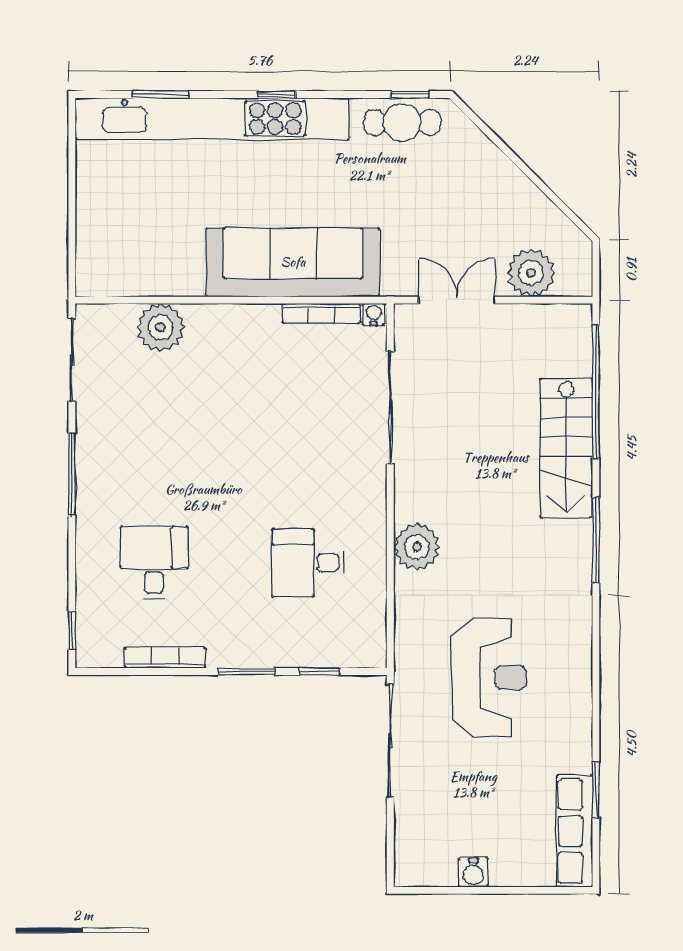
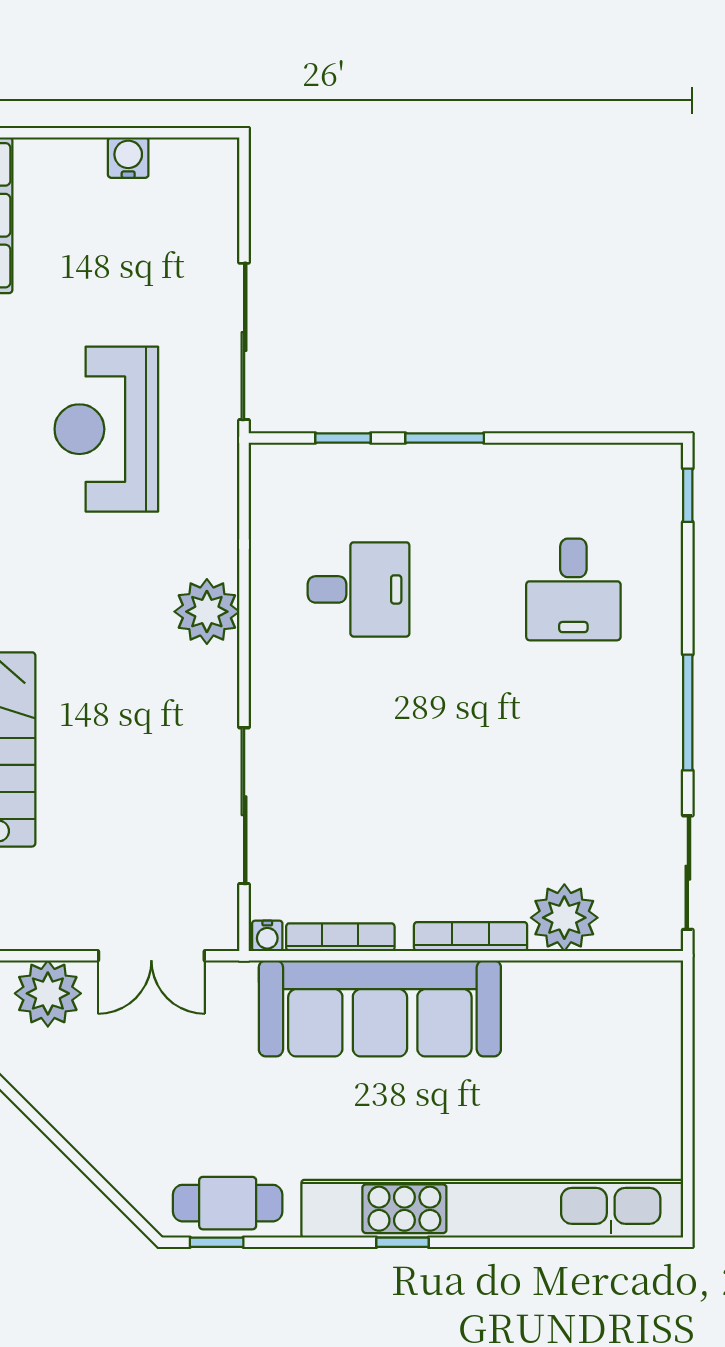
window: (161, 94) -> (564, 1242), removed
bookcase: (165, 658) -> (471, 937), moved, turned 180

